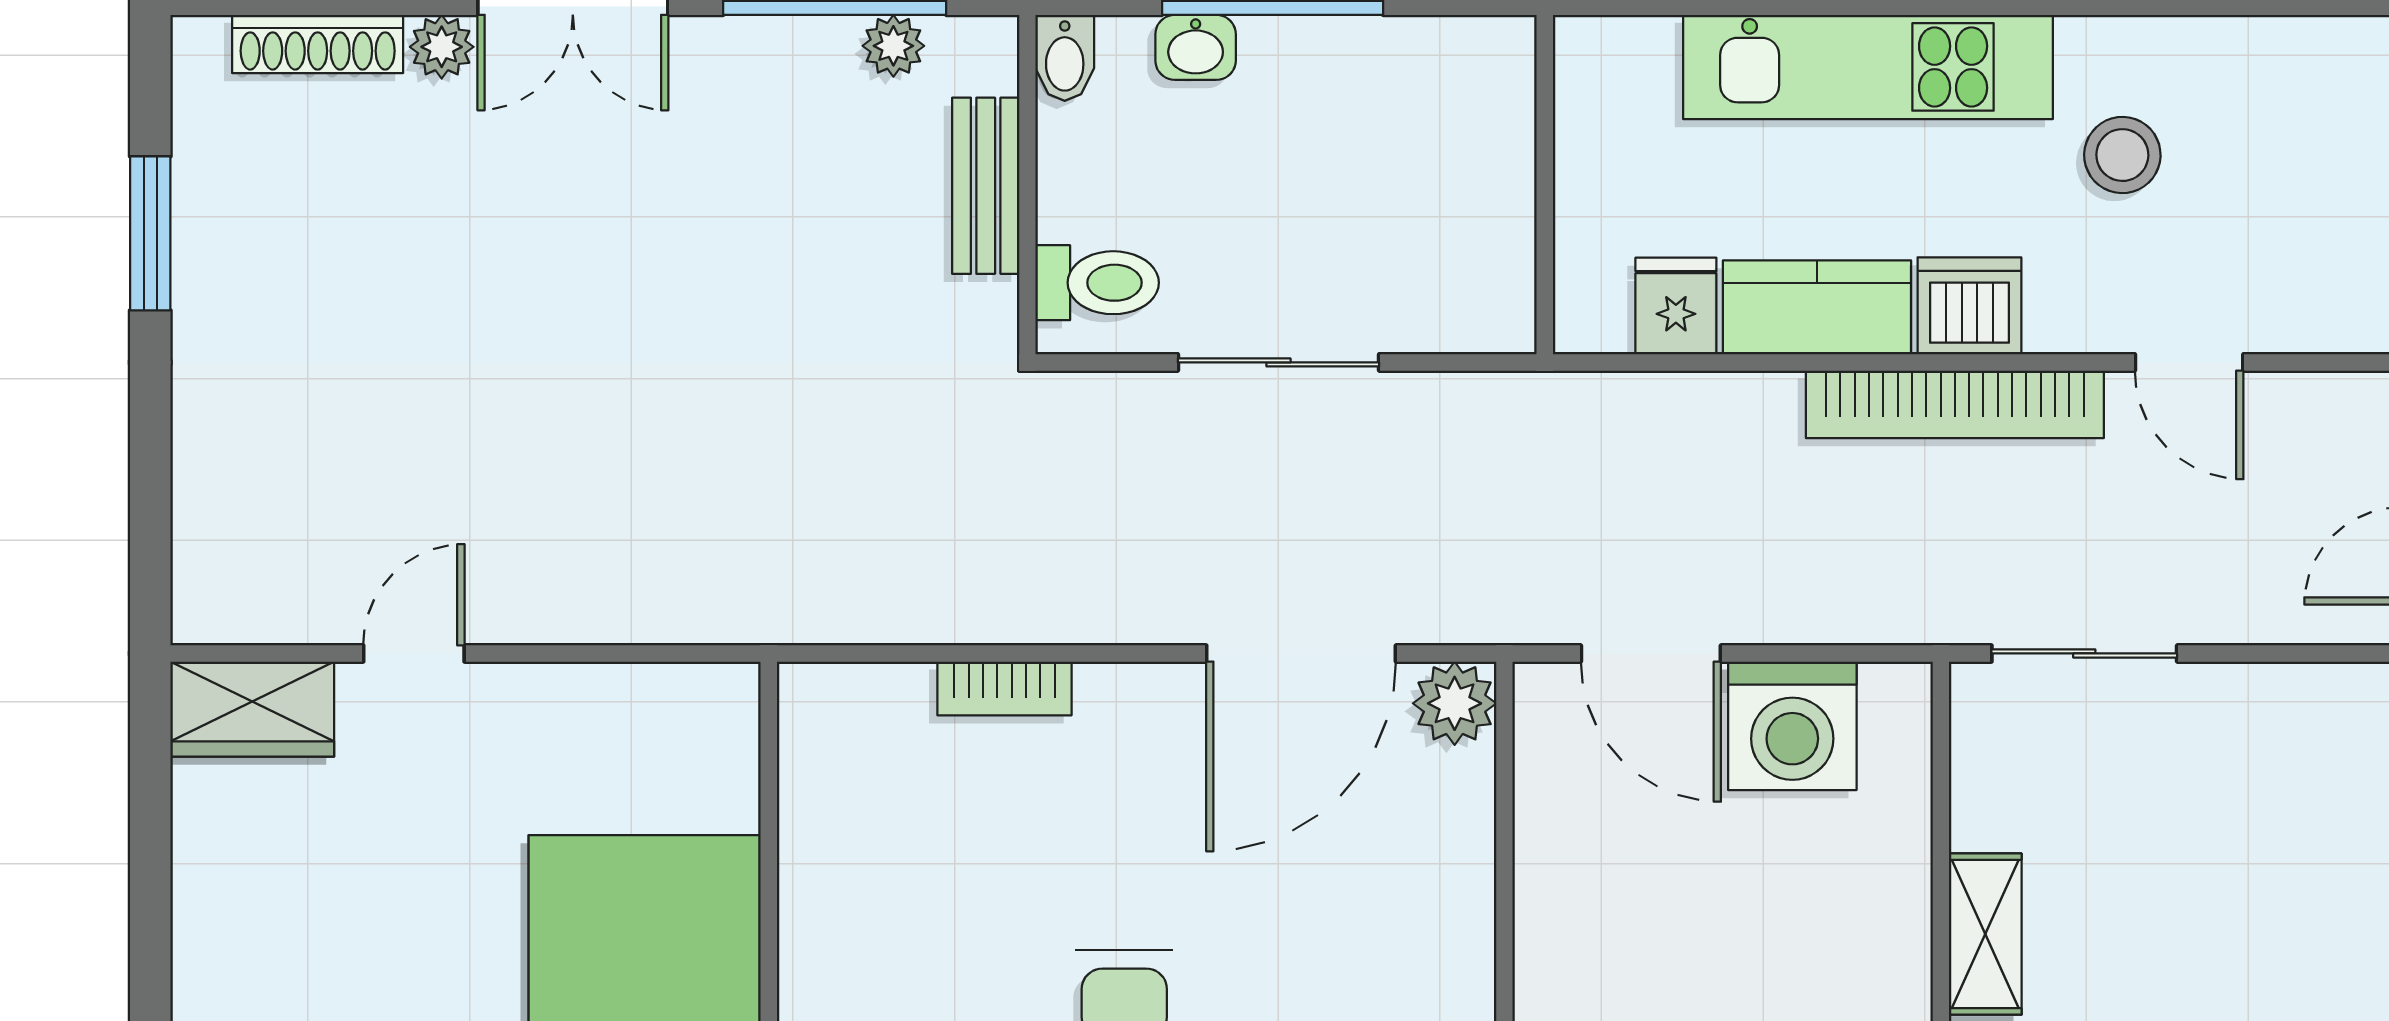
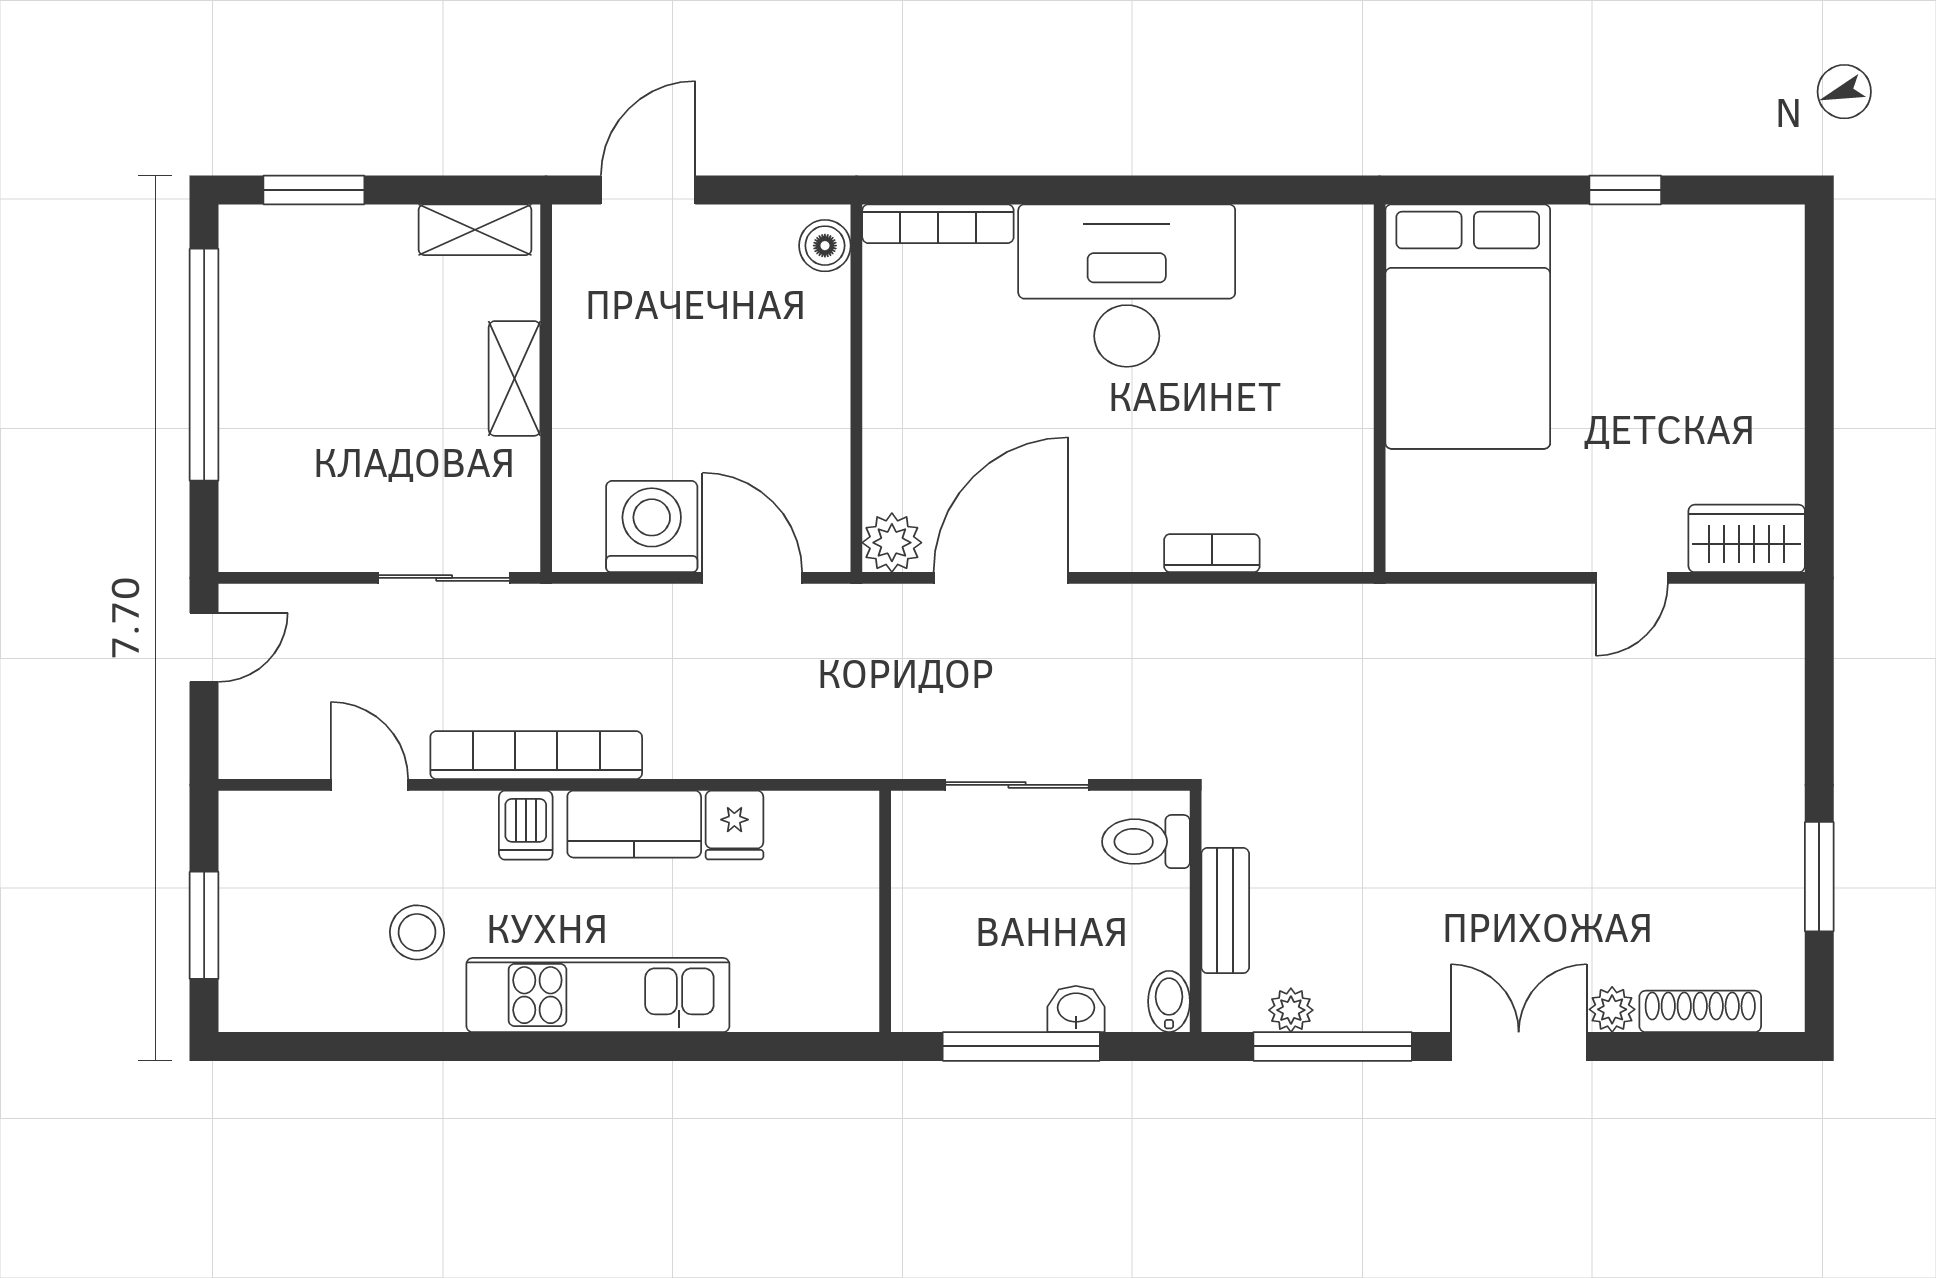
wall: (1545, 185) -> (885, 911), moved
dishwasher: (1969, 306) -> (526, 825), width x0.73

